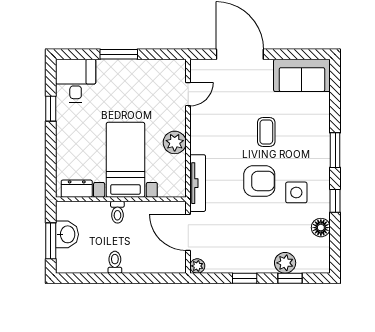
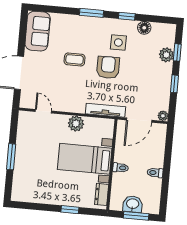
desk: (76, 81) -> (27, 188), removed
window: (51, 109) -> (70, 210), moved

